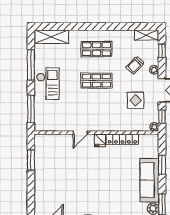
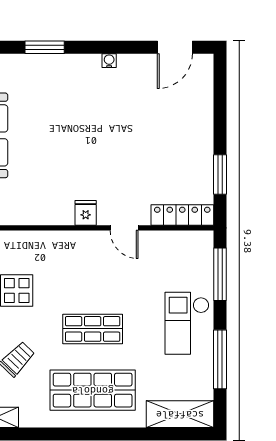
shop shelf: (96, 49) -> (93, 390), width x1.43, depth x1.36
door: (80, 133) -> (124, 228), swing flipped
locker: (122, 139) -> (182, 215), moved

